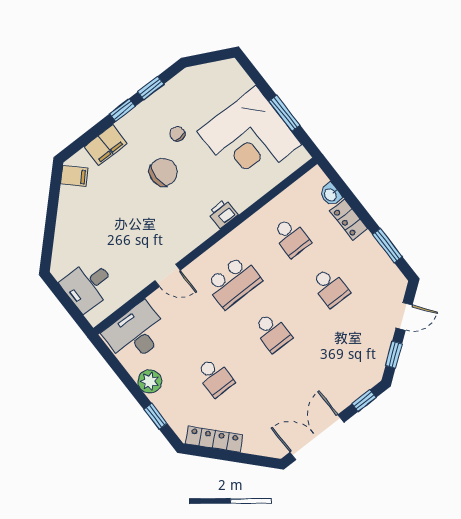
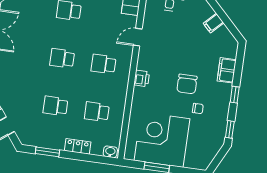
window: (151, 88) -> (230, 129), moved
filing cabinet: (74, 176) -> (213, 23), moved
washbasin: (331, 195) -> (110, 152), moved
printer: (223, 214) -> (142, 78), moved
school desk: (233, 282) -> (103, 64), width x0.54

